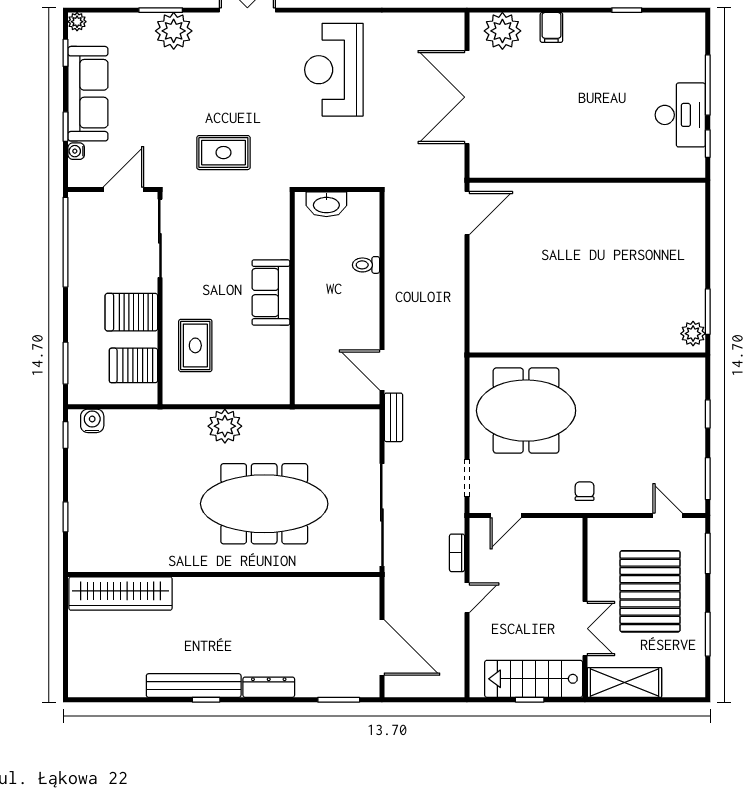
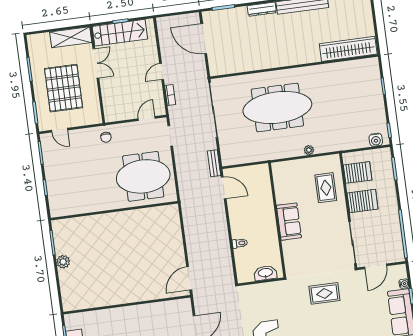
plant: (693, 334) -> (63, 262), moved
plant: (225, 426) -> (309, 150), width x0.53, depth x0.53
double door: (585, 629) -> (96, 63), swing flipped

